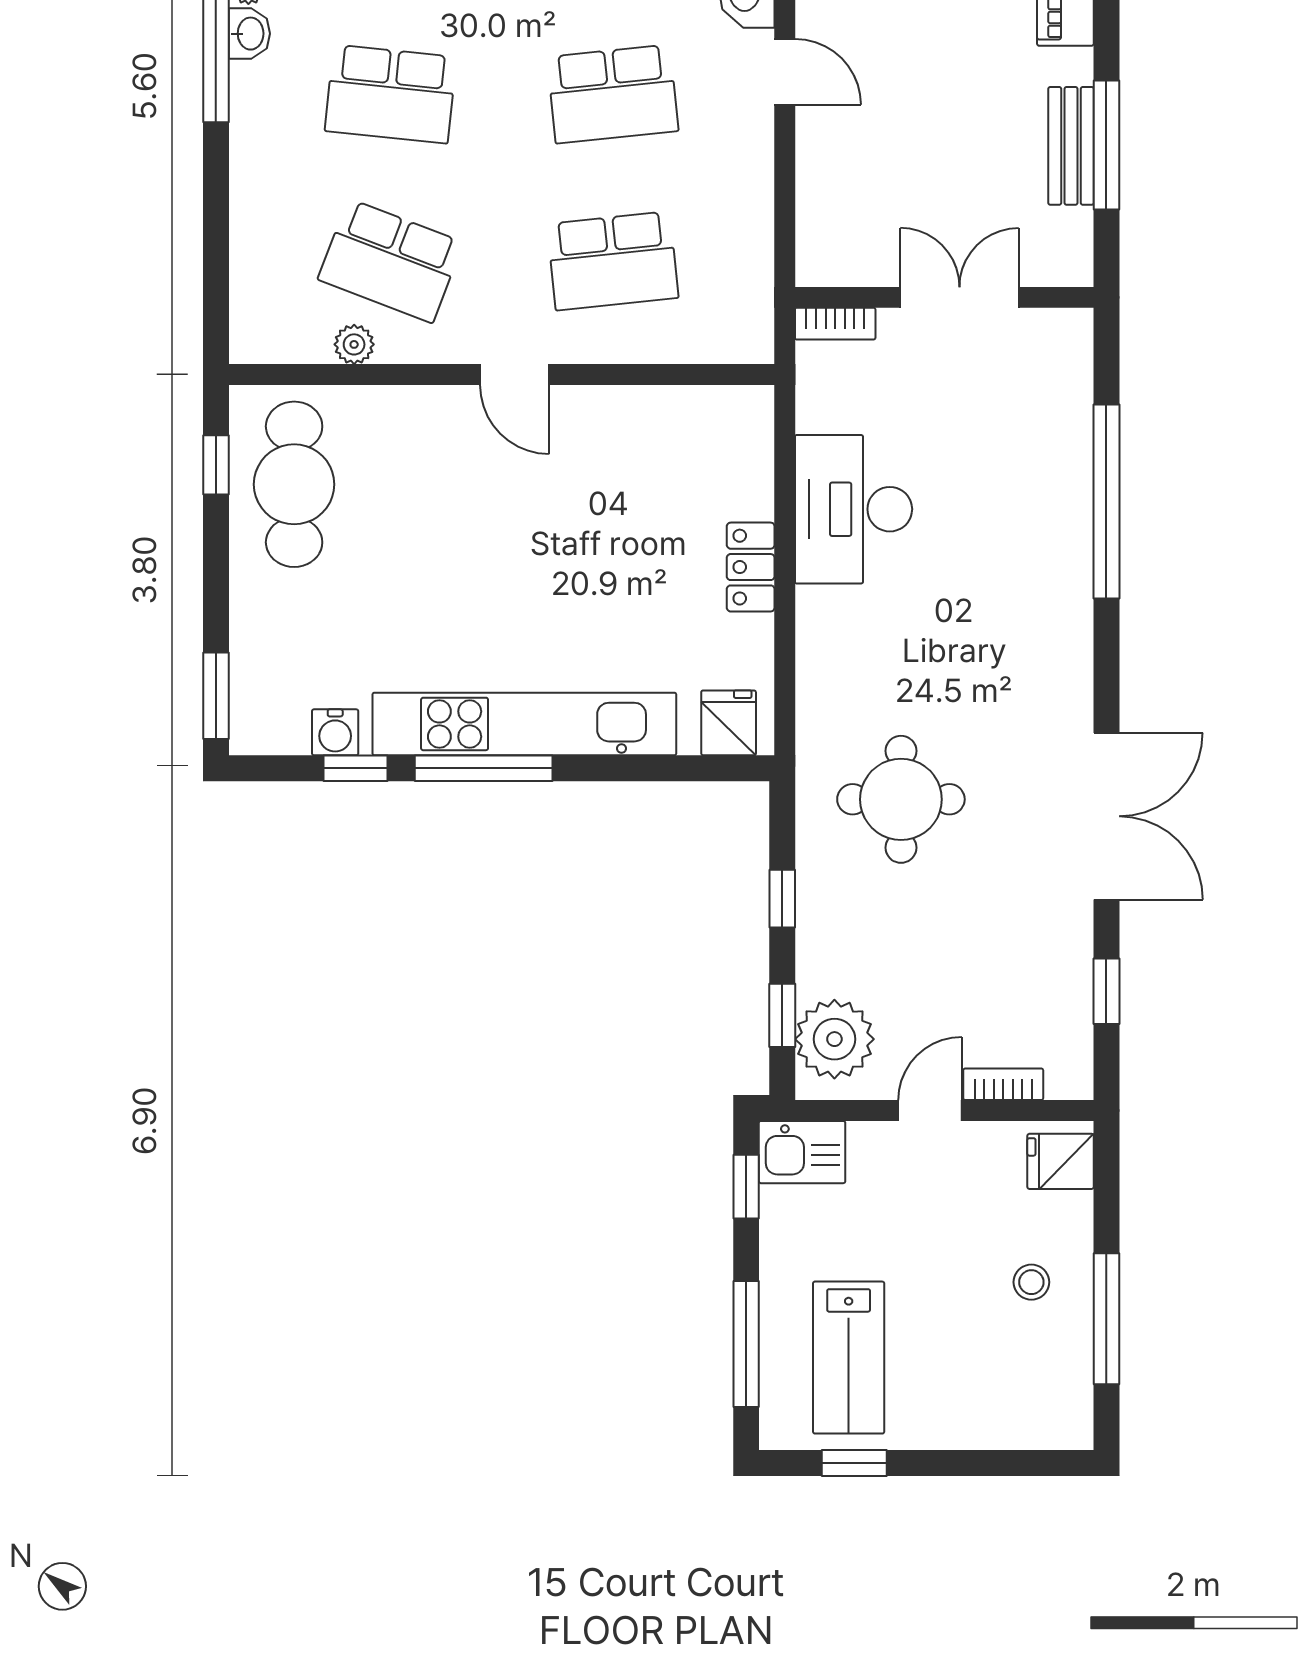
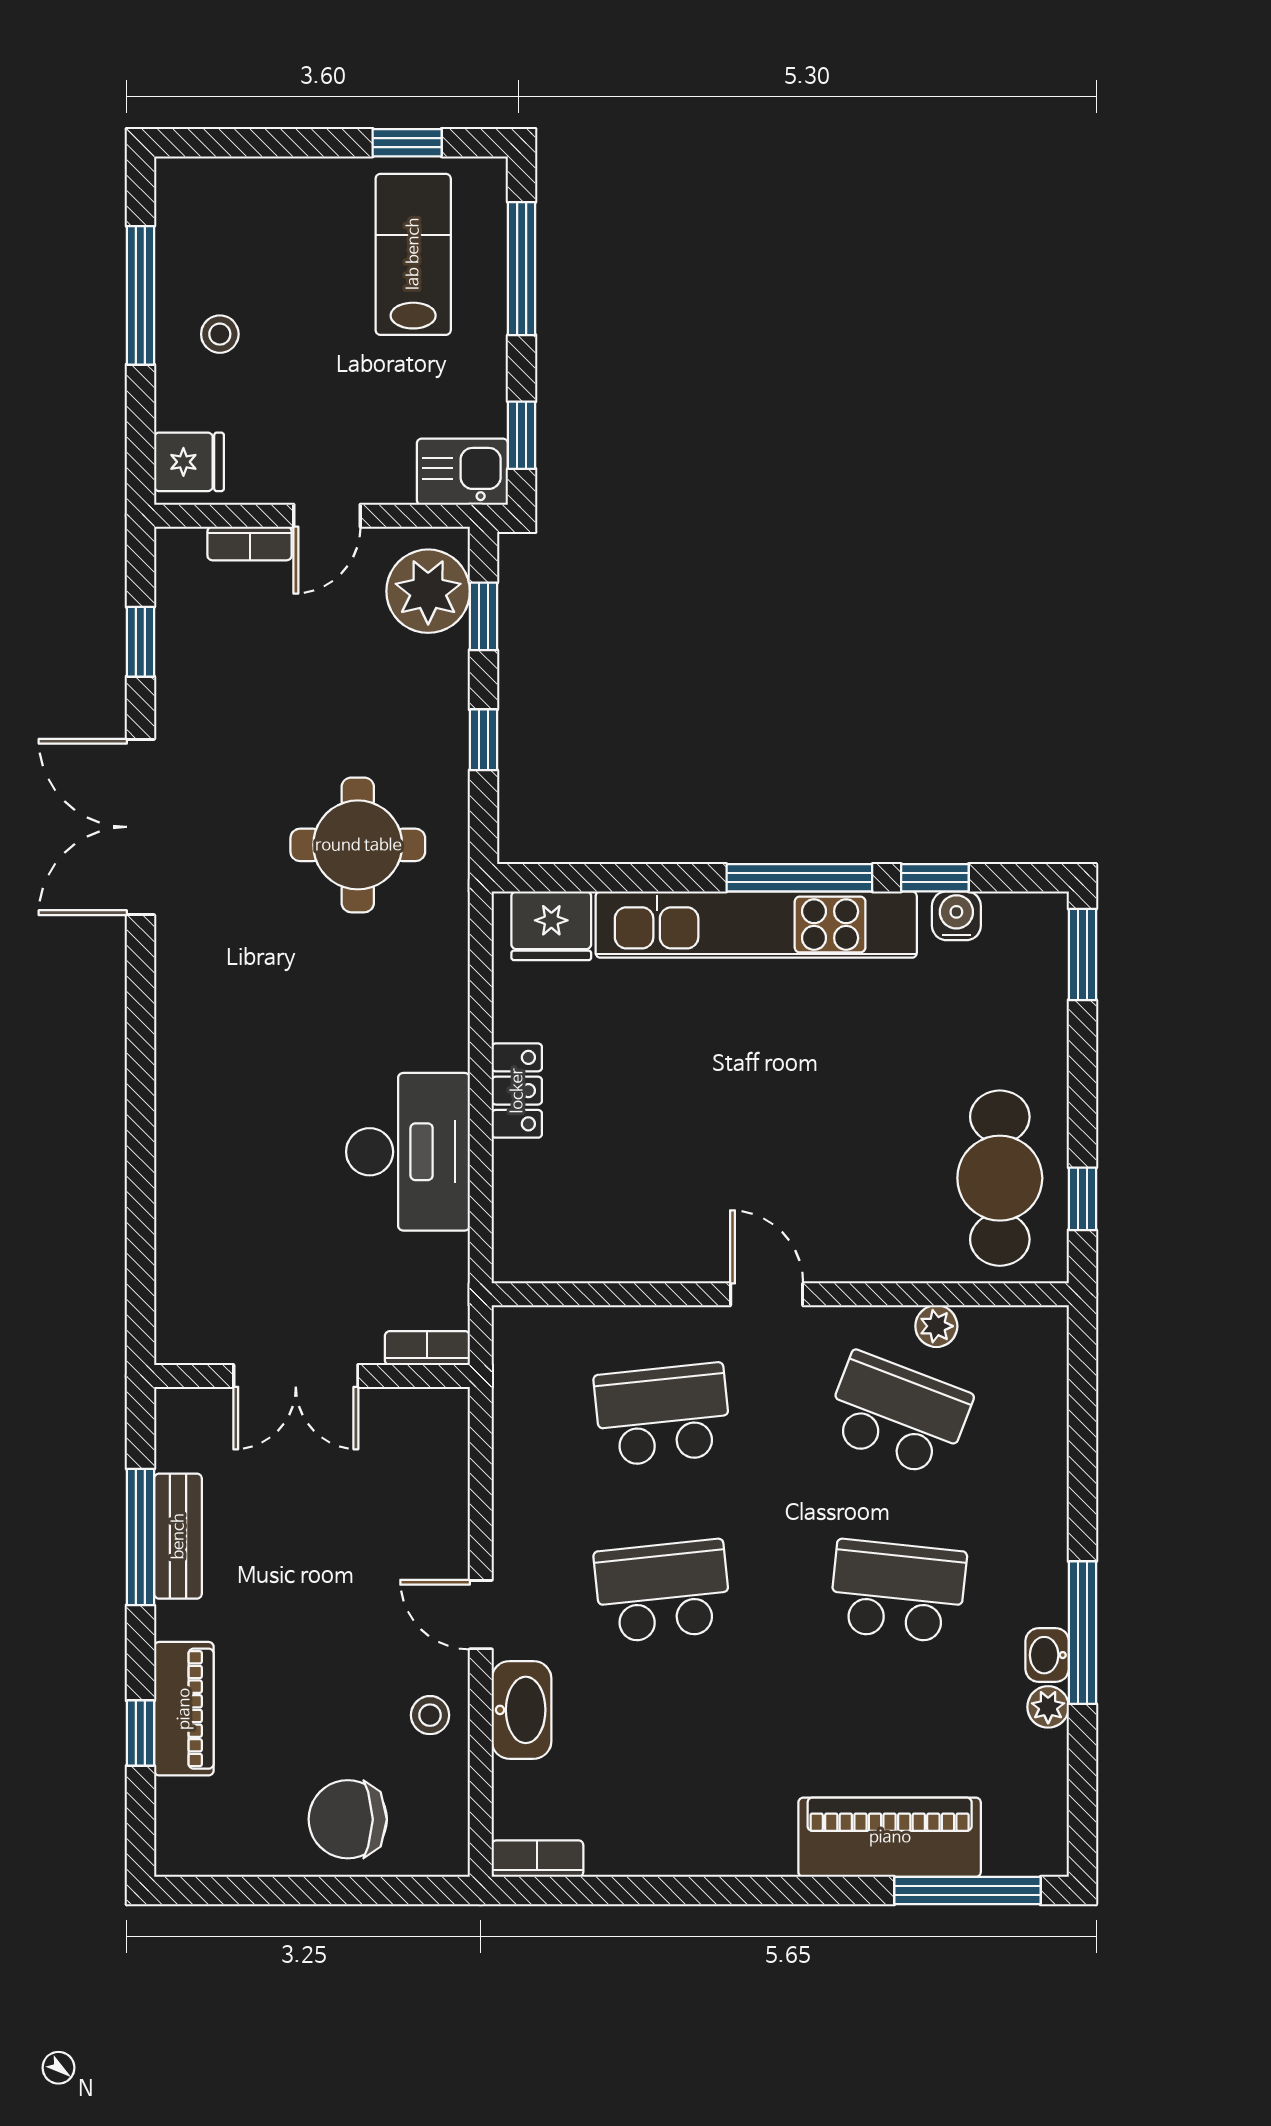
window: (1106, 501) -> (140, 1160), removed
fridge: (729, 723) -> (551, 926), width x1.38

